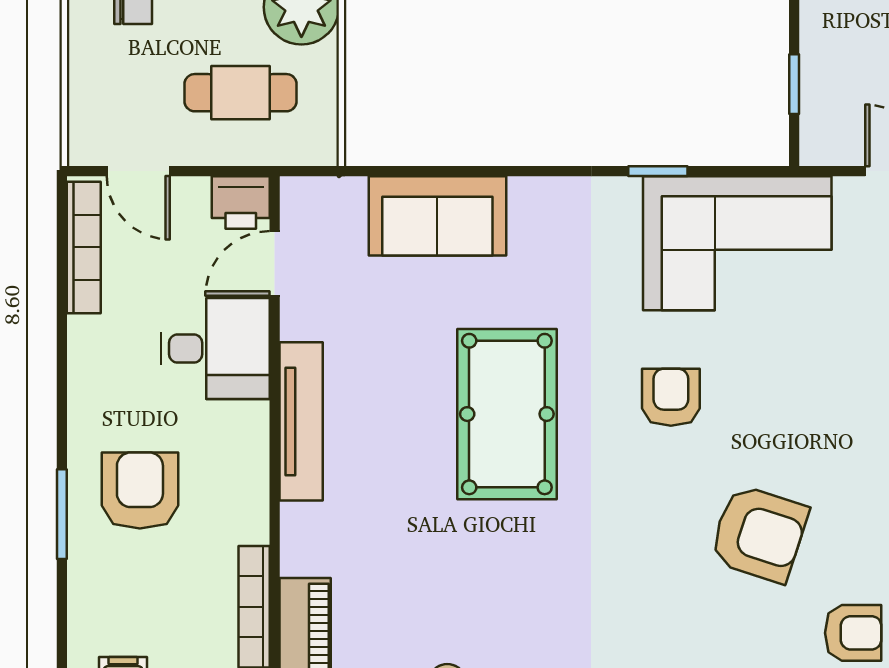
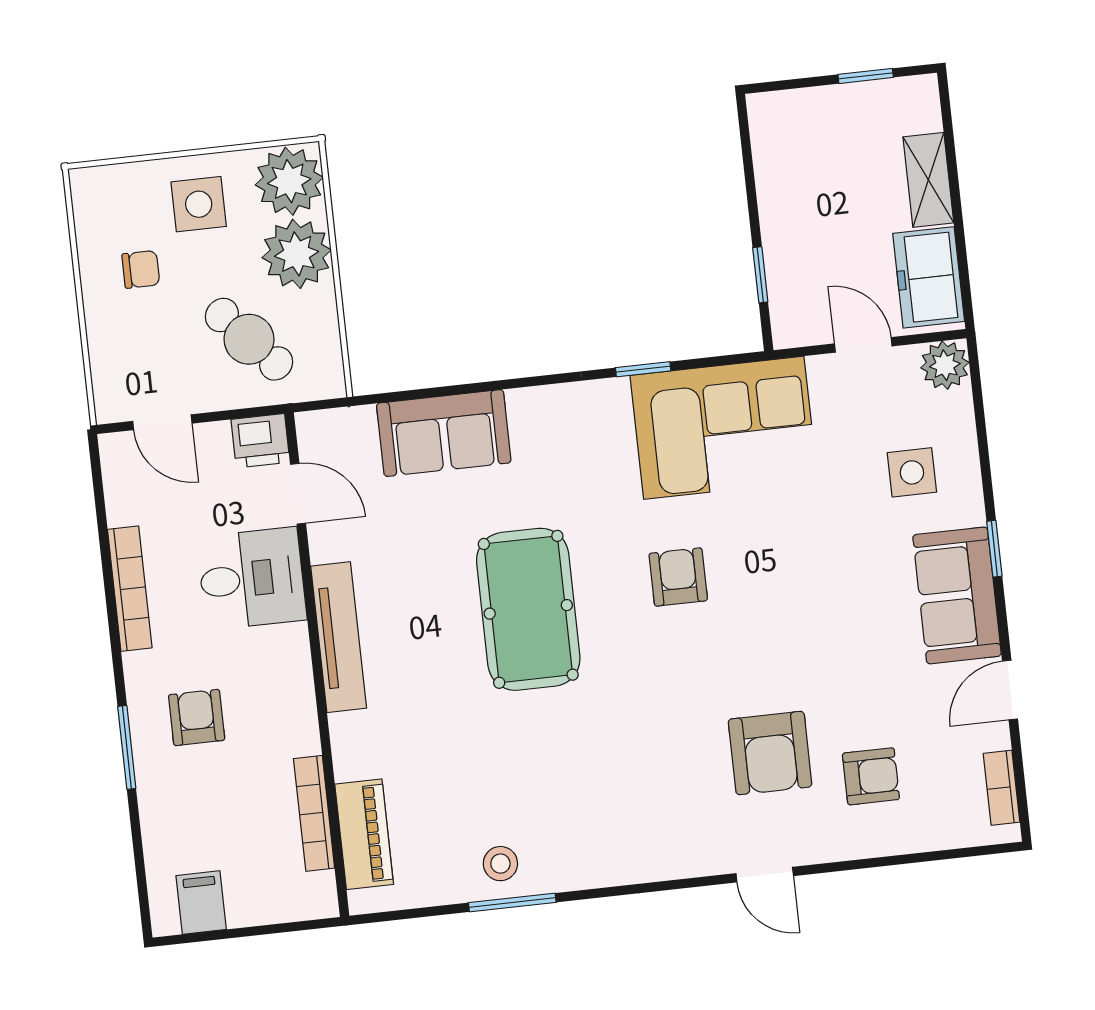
cafe table: (241, 93) -> (249, 339), turned 48
bookcase: (84, 247) -> (130, 589), moved
door: (275, 263) -> (298, 494), swing flipped
armchair: (140, 490) -> (197, 717), width x0.72, depth x0.72
armchair: (759, 534) -> (770, 753), moved, turned 72

